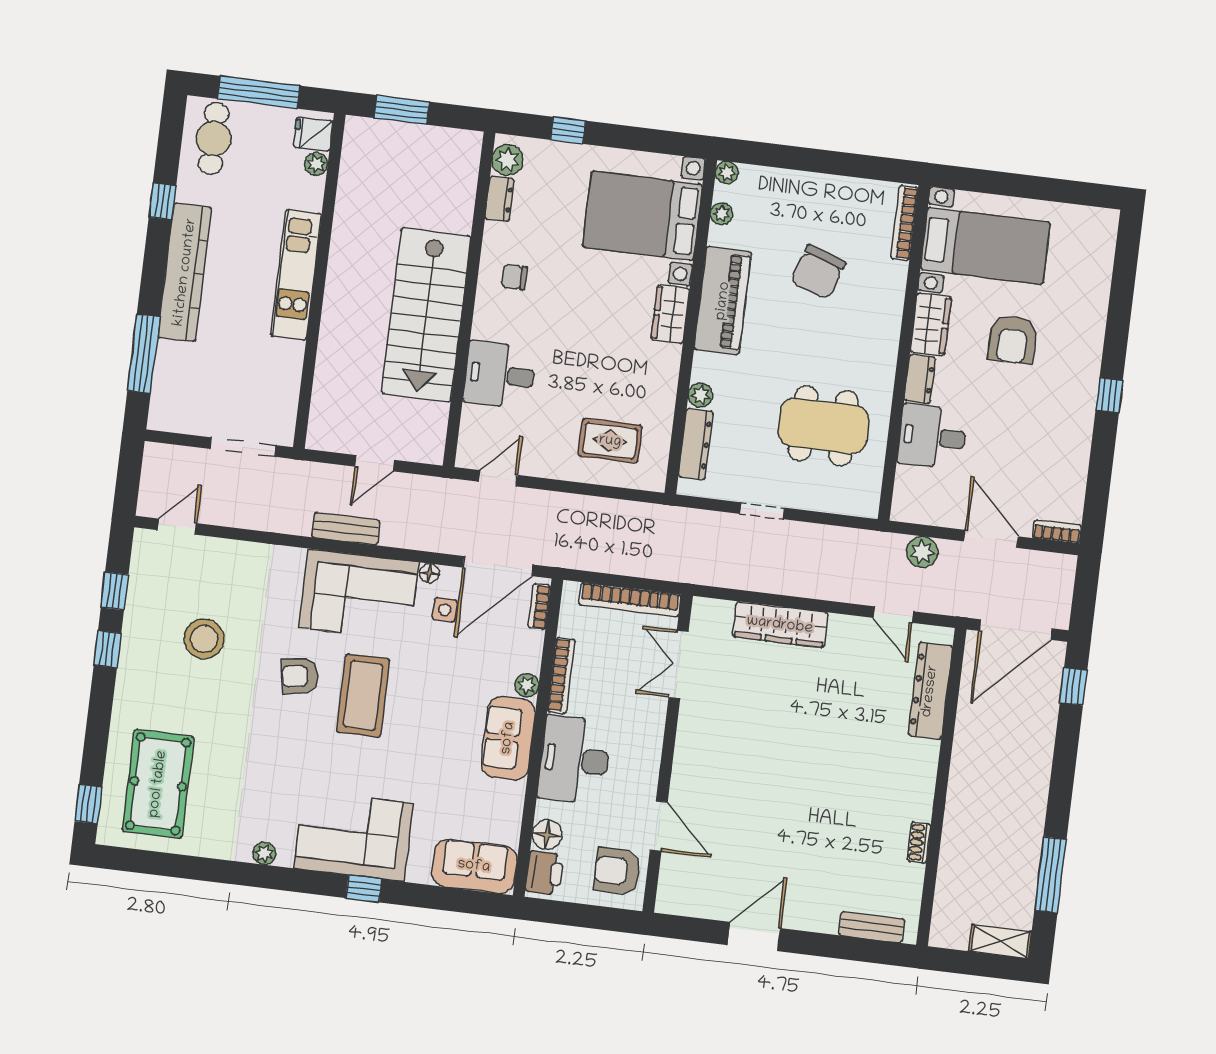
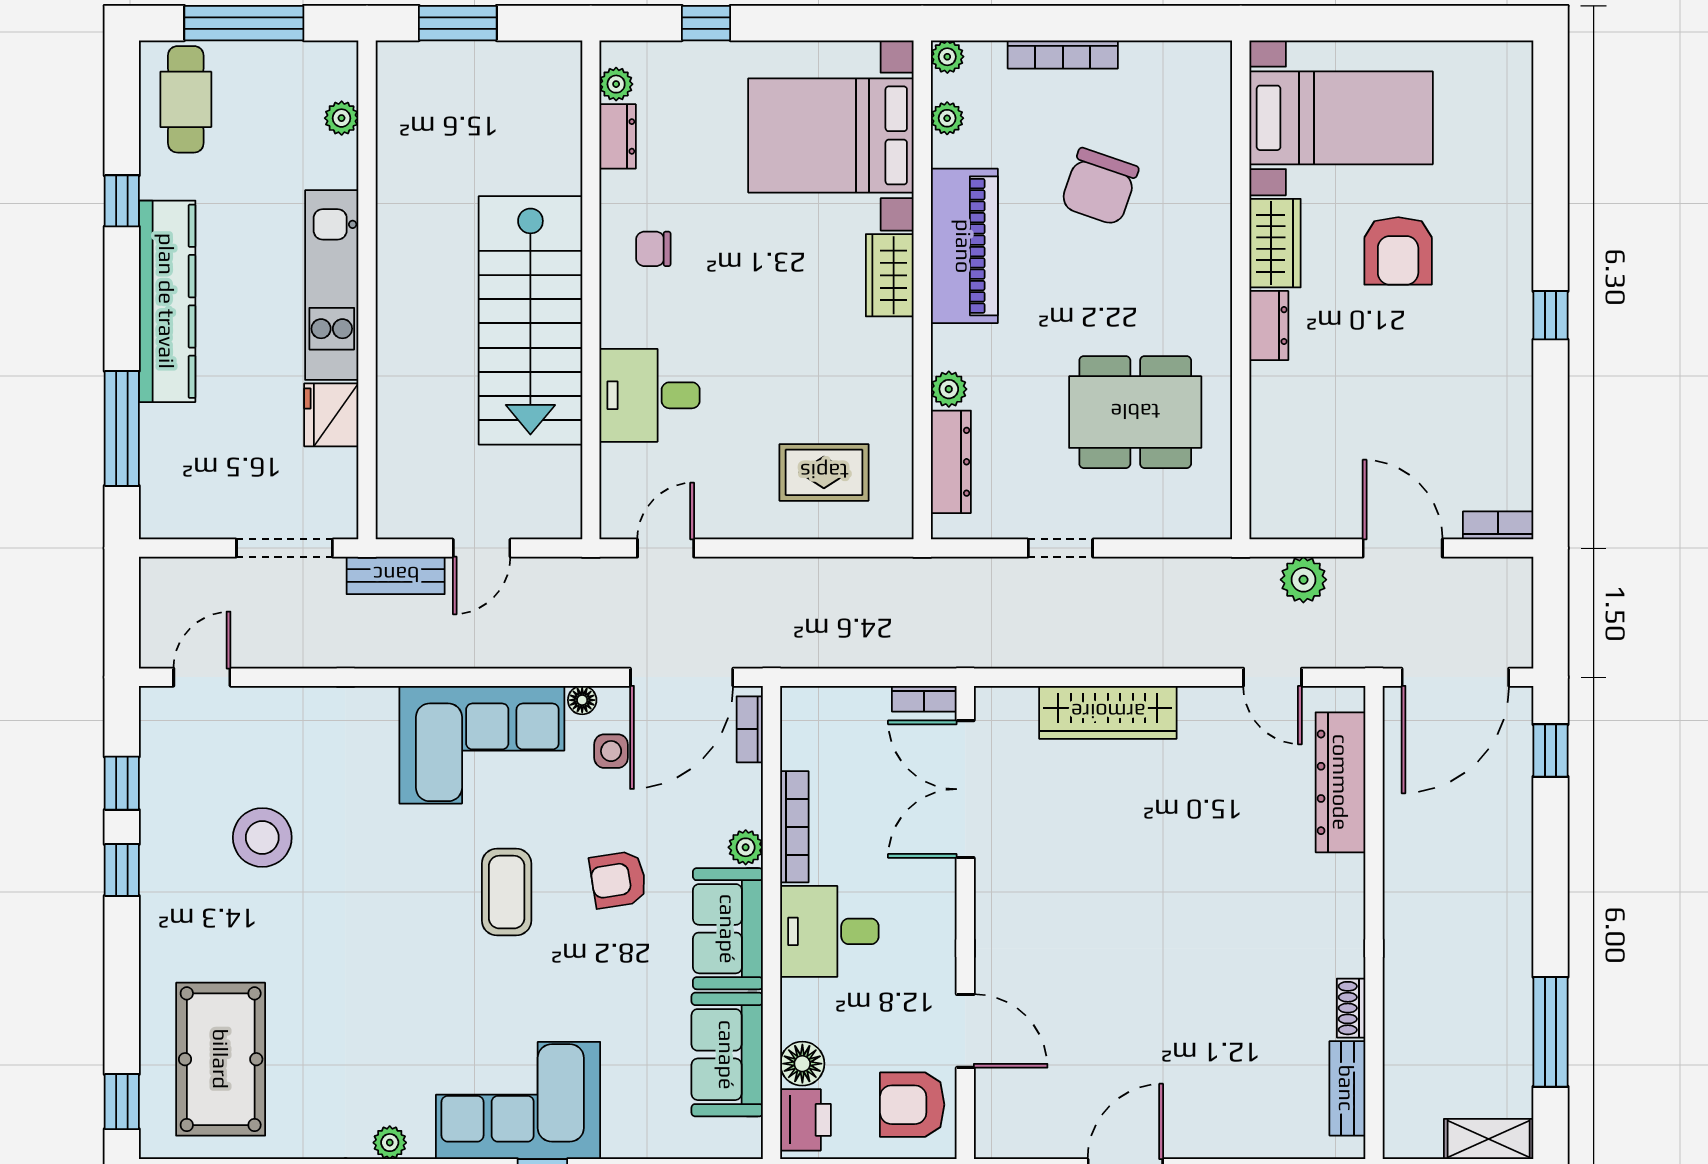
fridge: (313, 134) -> (331, 415), moved, width x1.38
plant: (508, 160) -> (616, 84), width x0.73, depth x0.73
bookcase: (904, 223) -> (1063, 54), moved, turned -90
desk: (932, 437) -> (1297, 408), removed
bench: (346, 529) -> (396, 575), moved
bookcase: (630, 600) -> (924, 699), width x0.43, depth x0.76
double door: (679, 664) -> (965, 789), width x1.37
armchair: (300, 676) -> (618, 880), moved
coffee table: (363, 695) -> (507, 892), width x0.73, depth x0.76
desk: (575, 760) -> (829, 931), width x0.73
sofa: (474, 866) -> (727, 1055), moved, turned -90
bench: (872, 927) -> (1347, 1088), moved, turned 90

